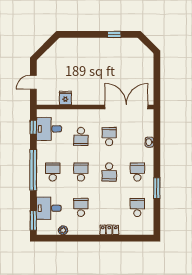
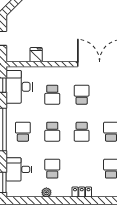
desk: (49, 129) -> (19, 87), width x1.37
school desk: (81, 172) -> (52, 132), turned 180
plant: (63, 230) -> (46, 192), moved

